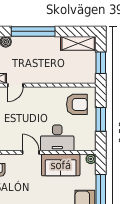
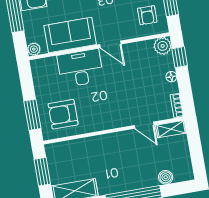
door: (15, 85) -> (144, 125), swing flipped
window: (101, 119) -> (32, 115), moved

